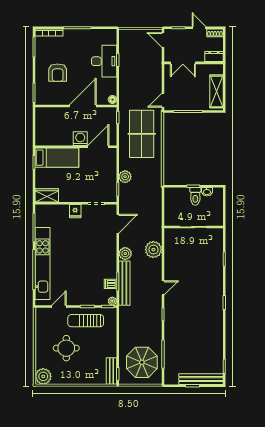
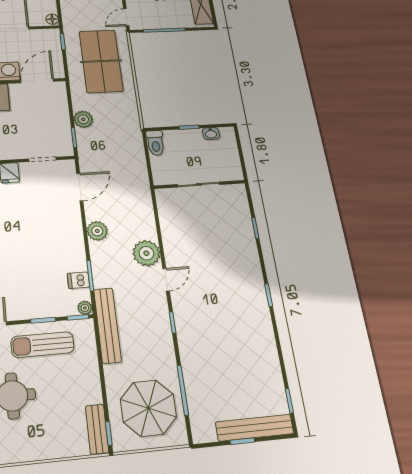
toilet: (195, 196) -> (155, 143), moved
plant: (153, 250) -> (146, 253), moved
bench: (124, 283) -> (107, 325), moved

